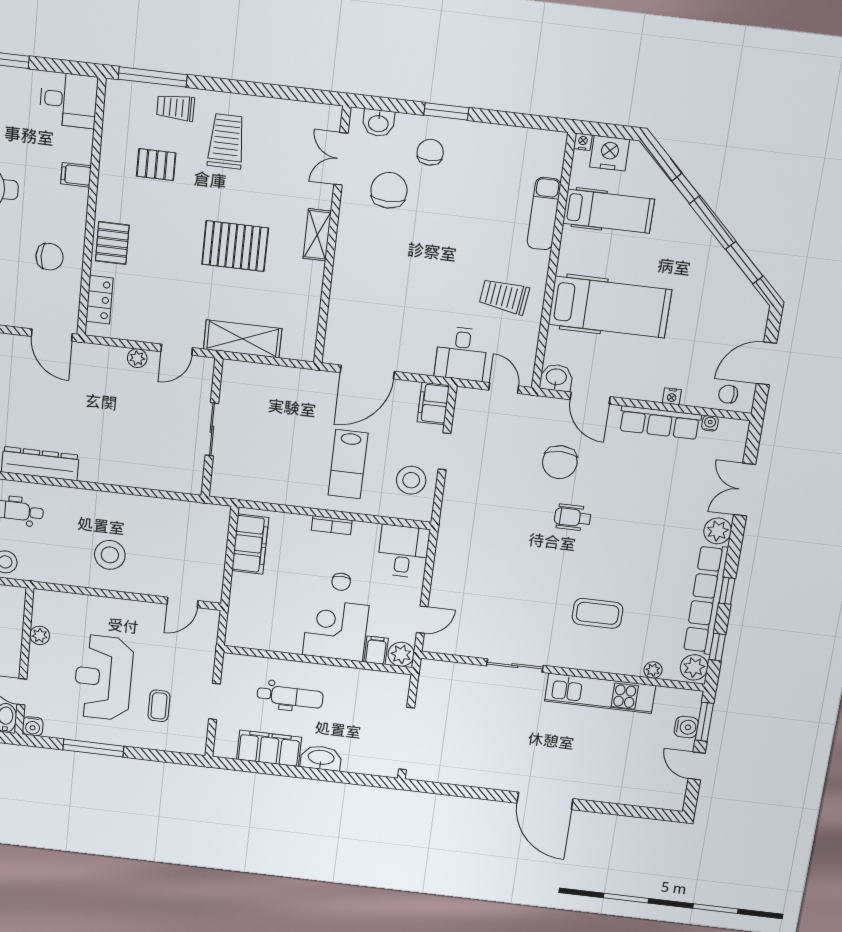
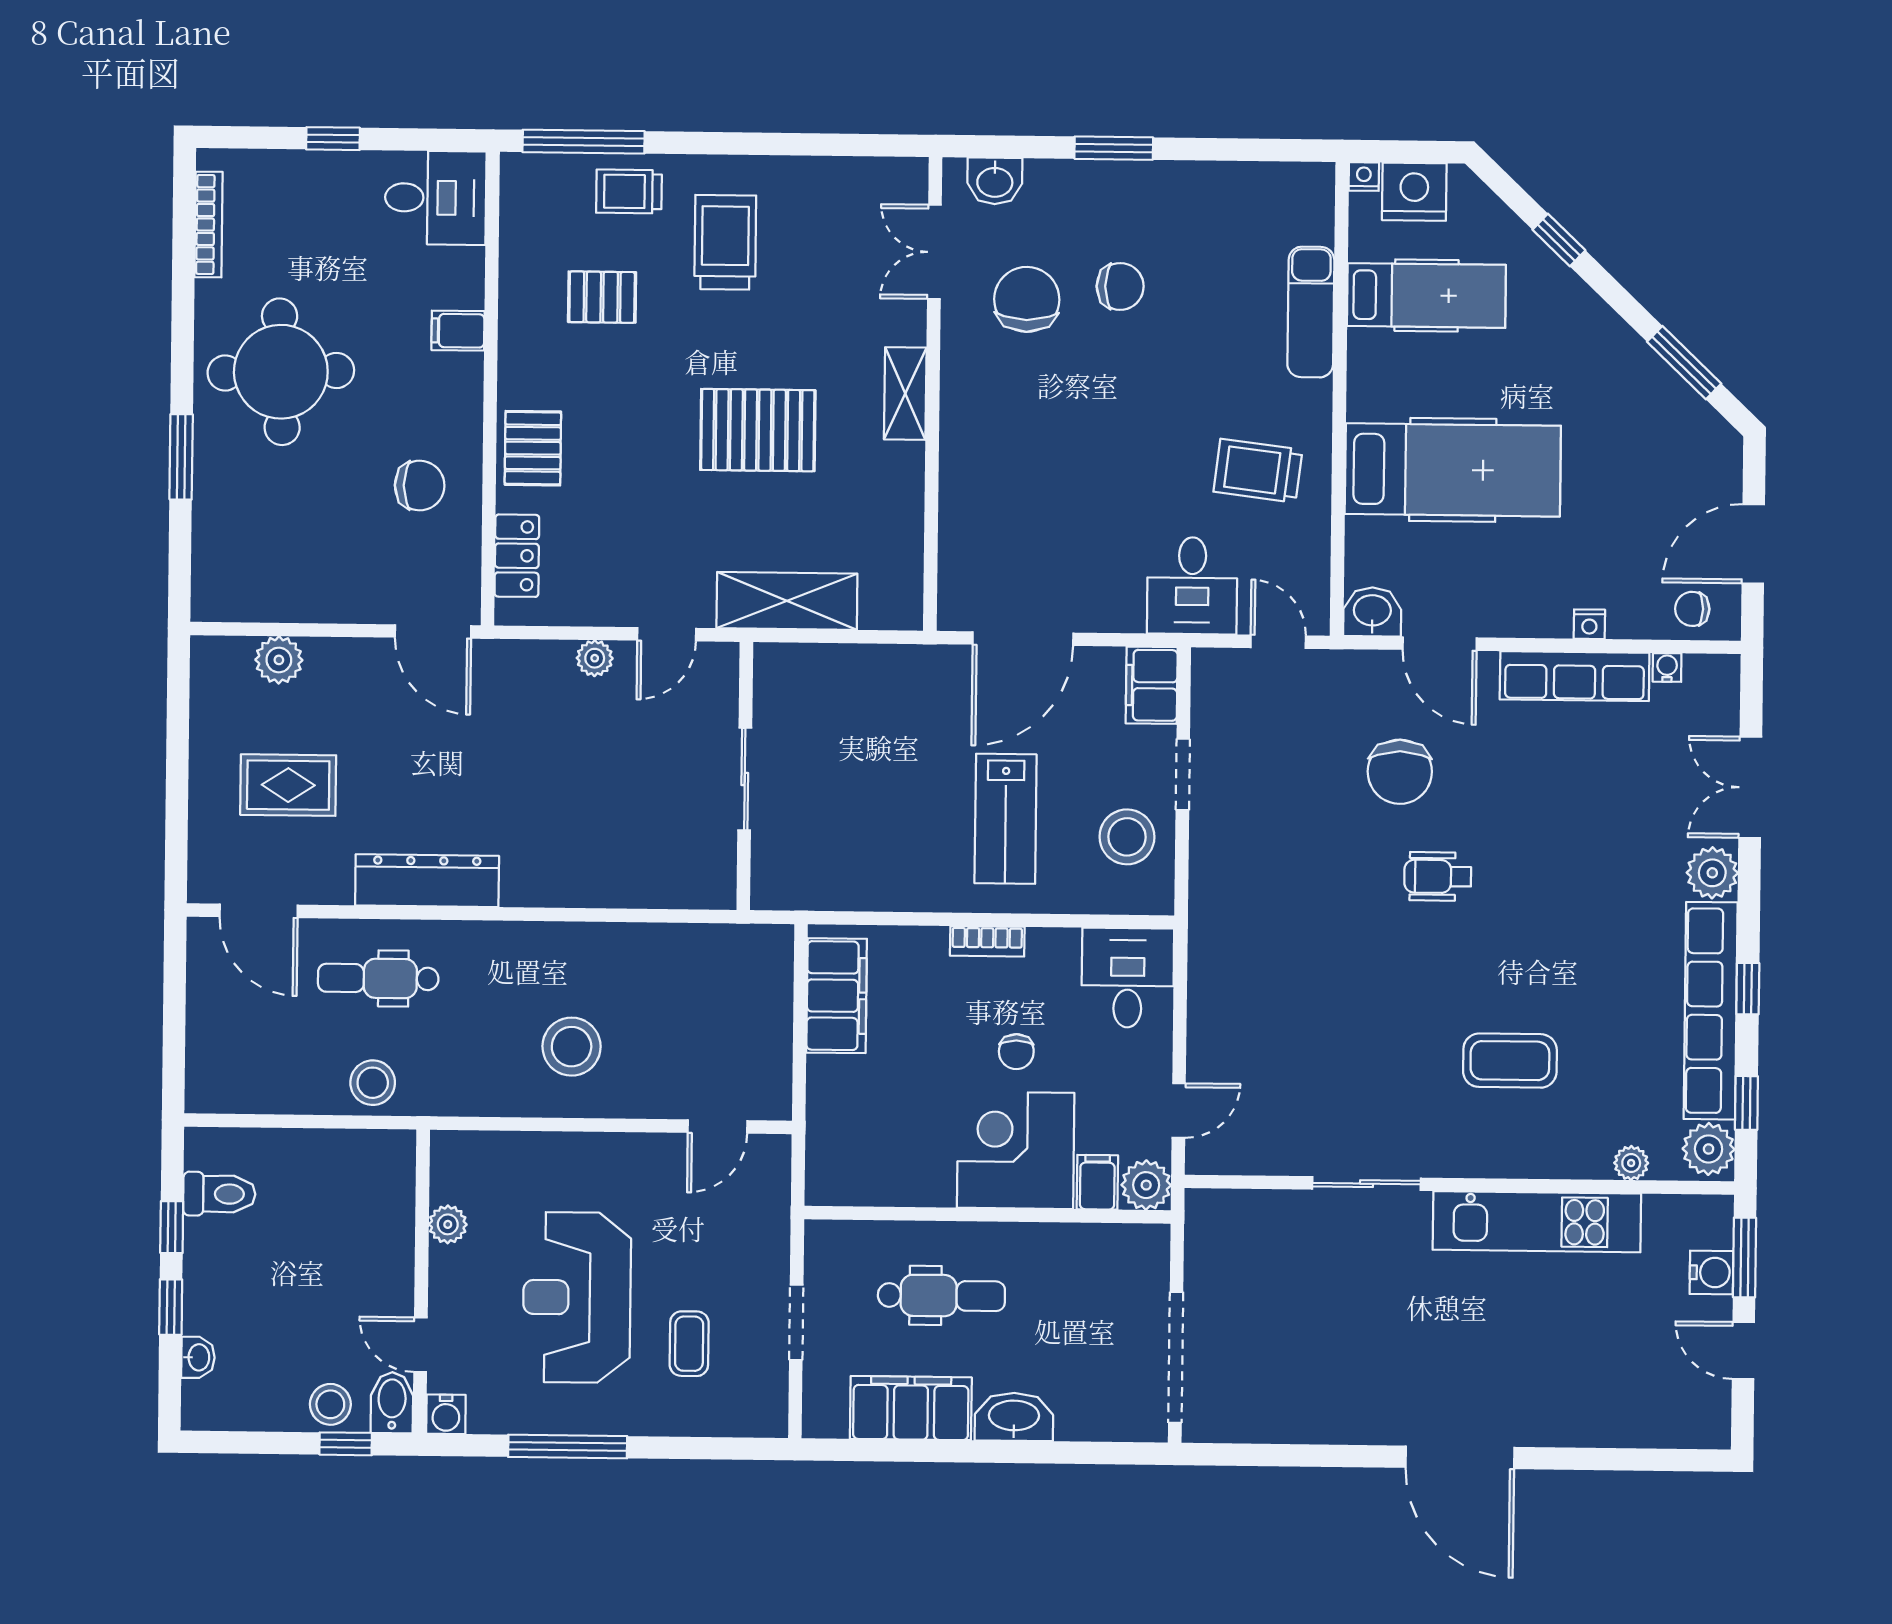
chair: (430, 152) -> (1120, 286), moved, turned 90

